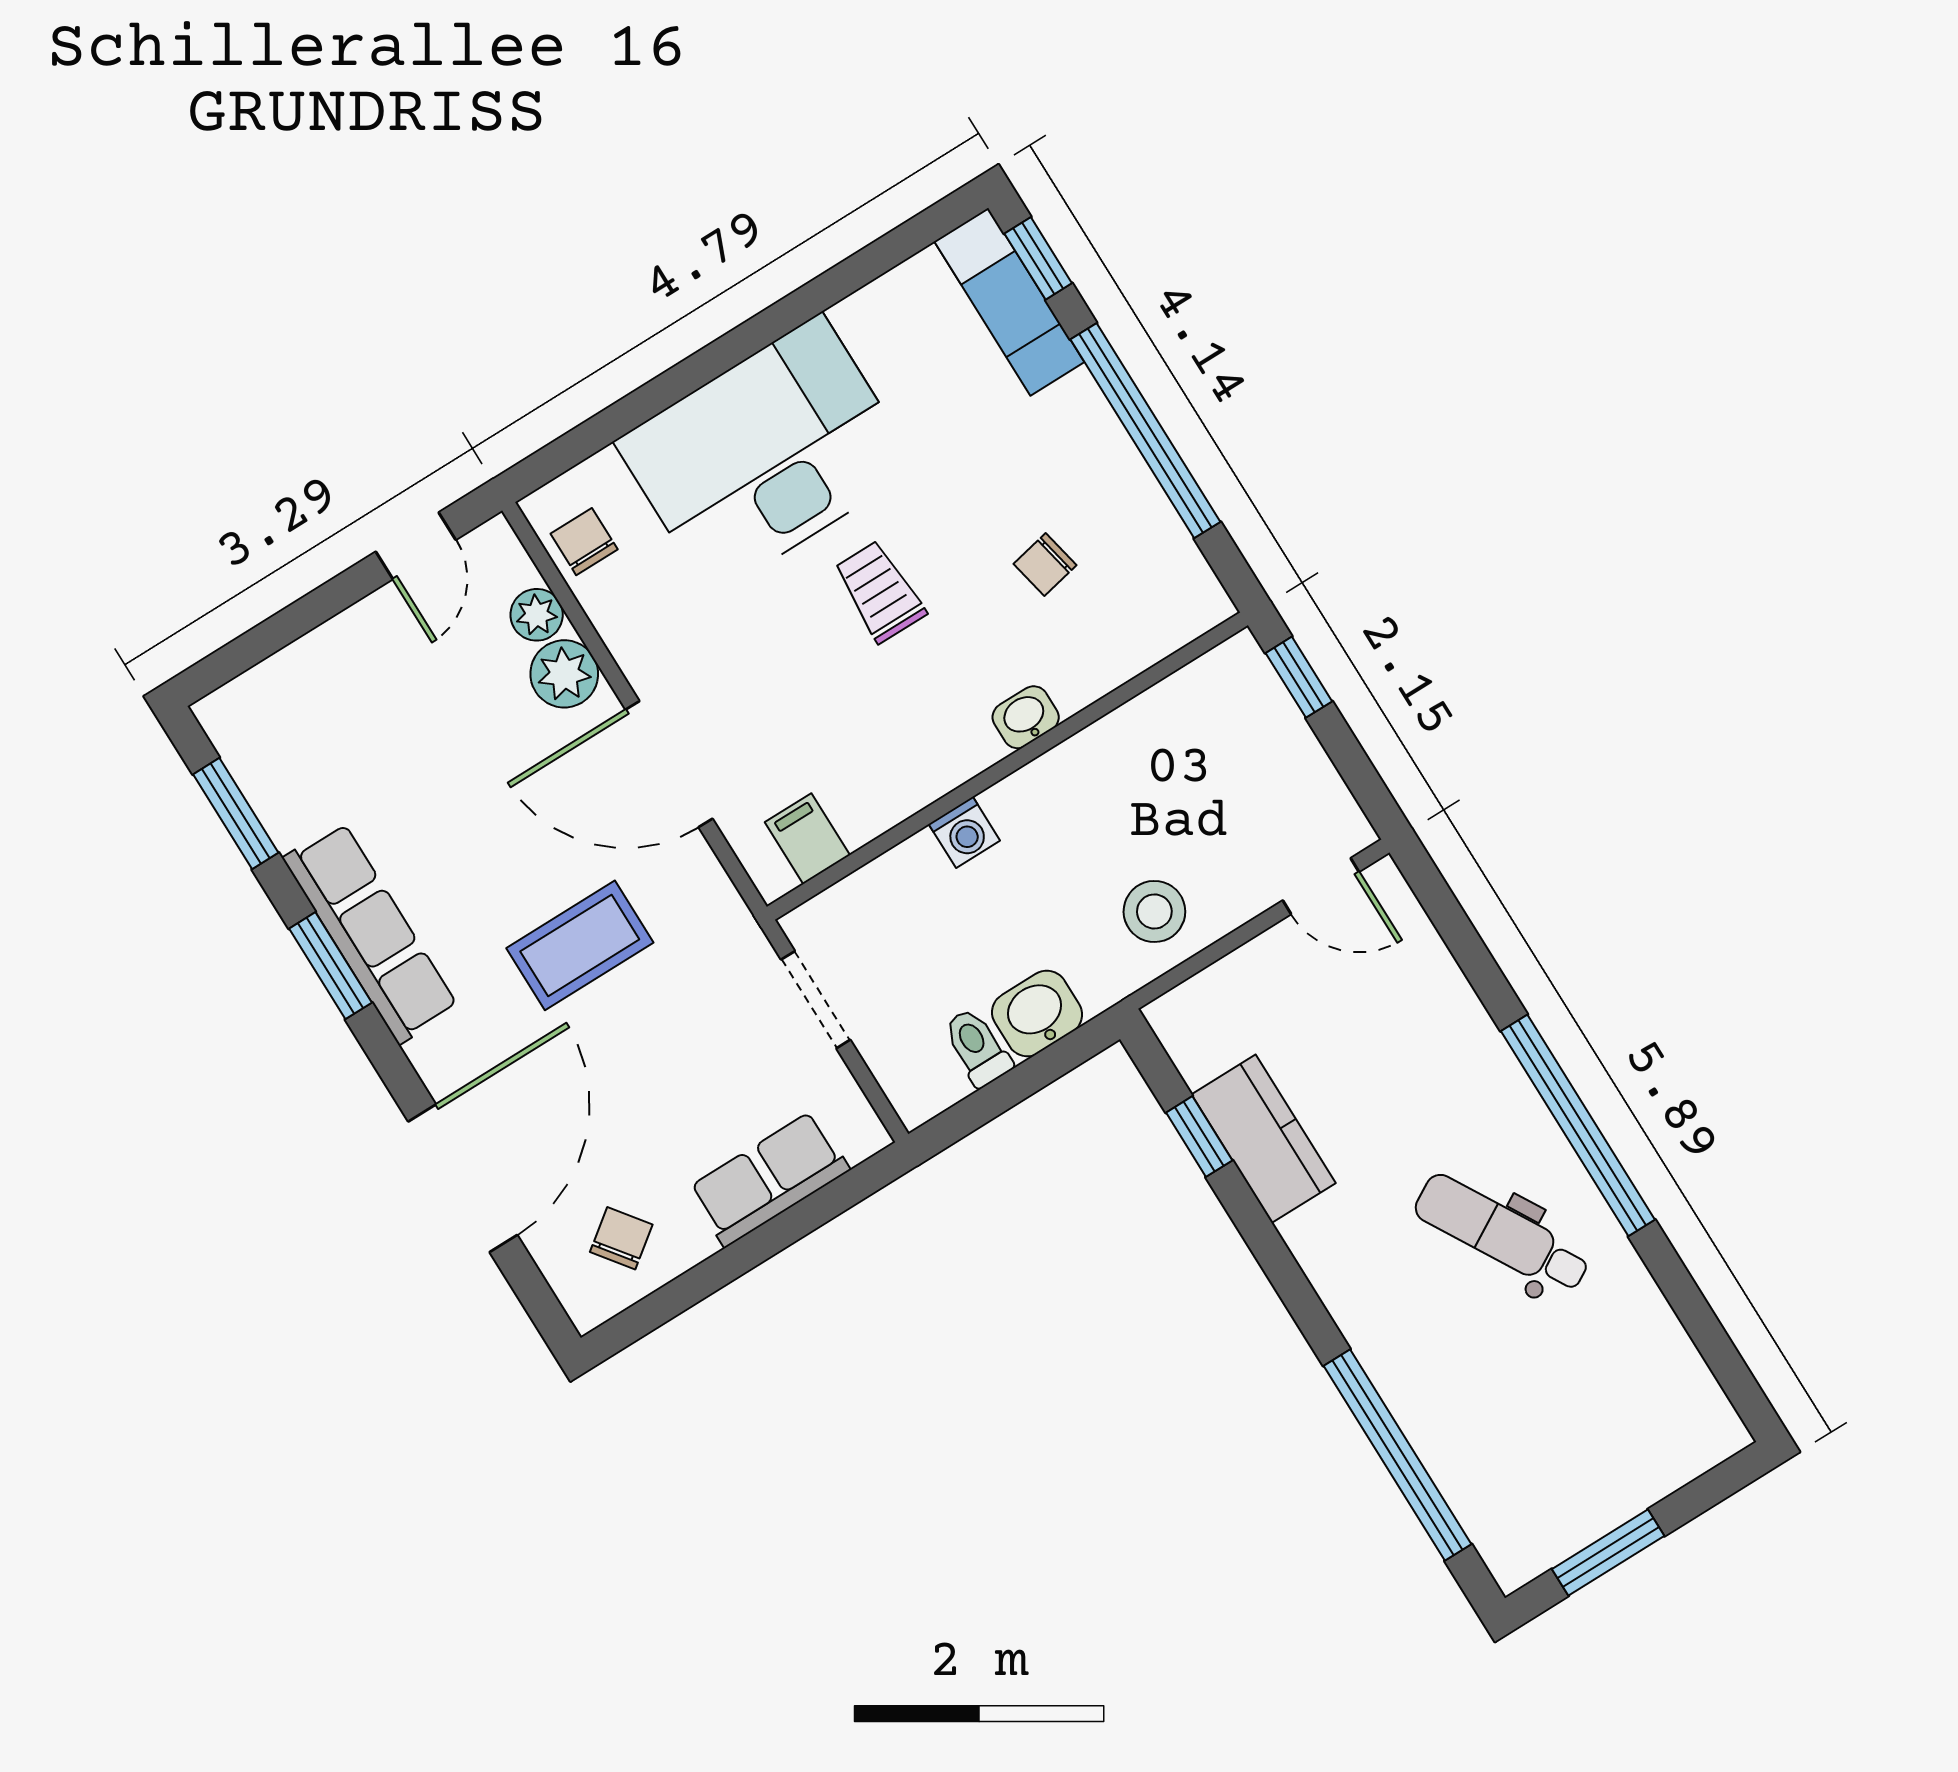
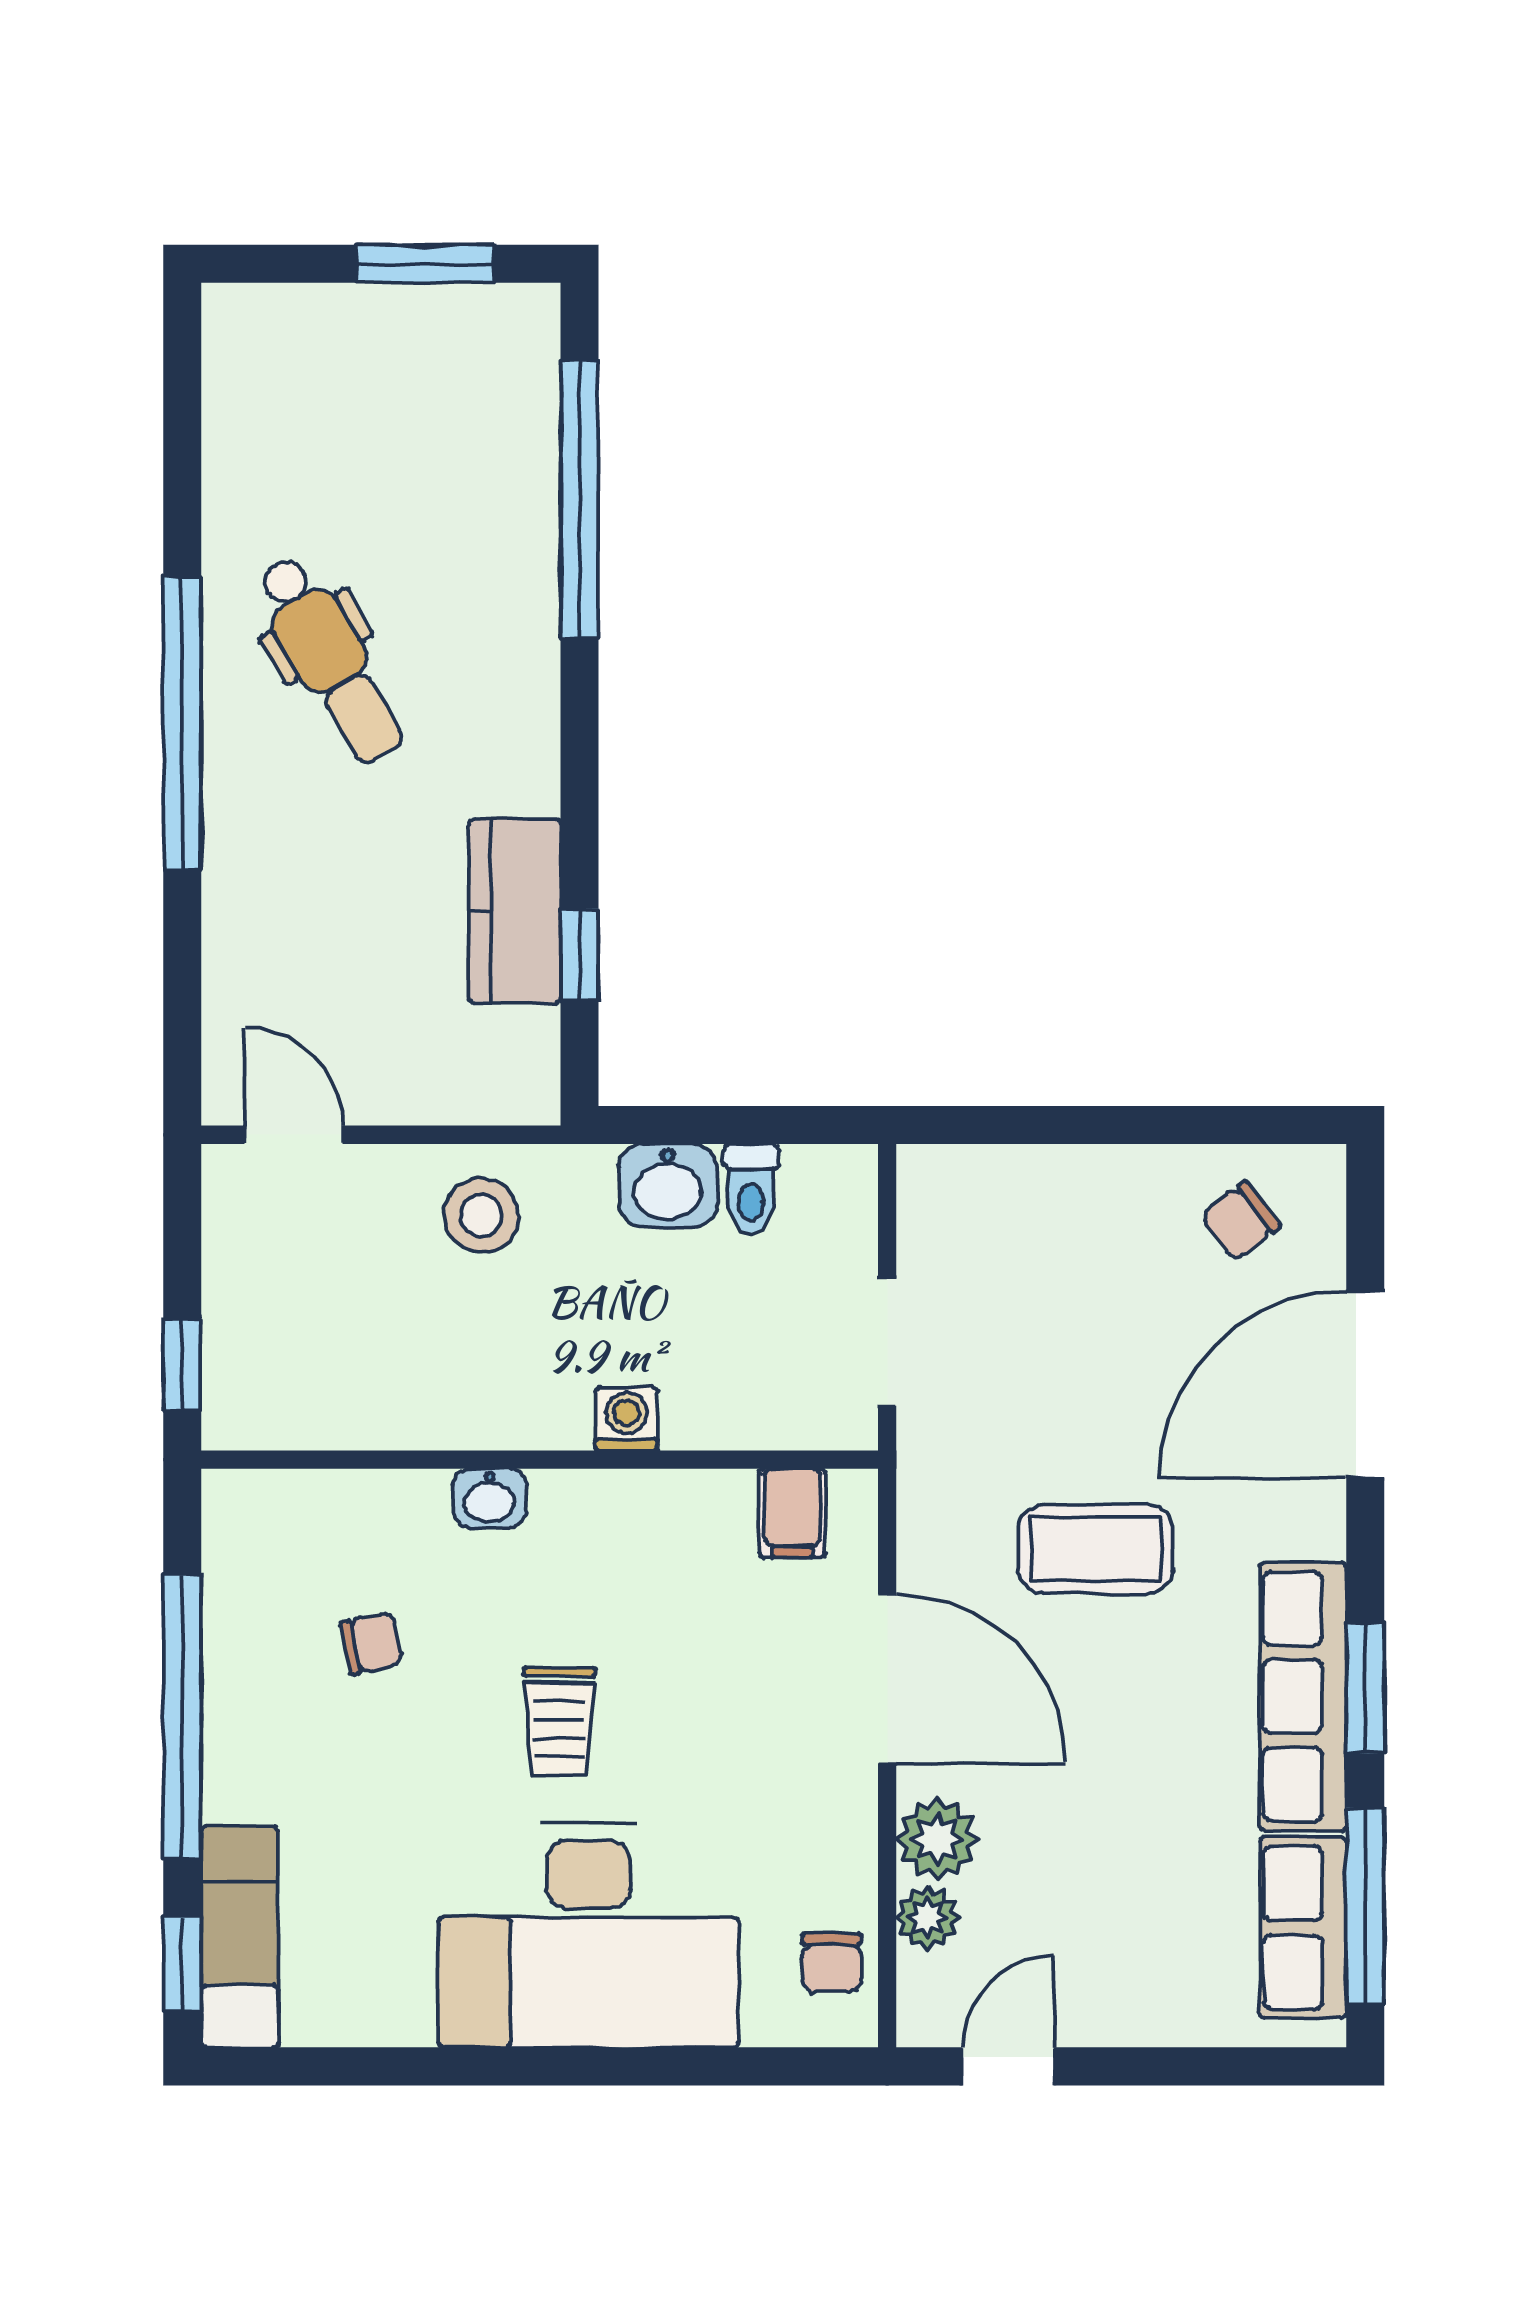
window: (236, 814) -> (1365, 1906), width x1.44
row of seats: (769, 1179) -> (1303, 1928), moved, turned 90

